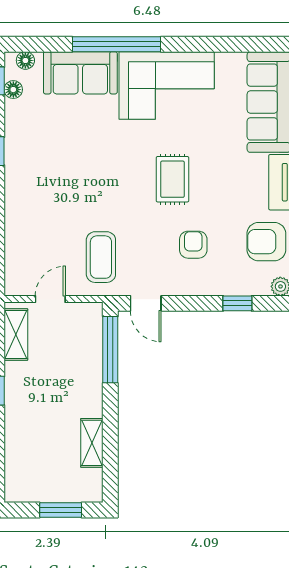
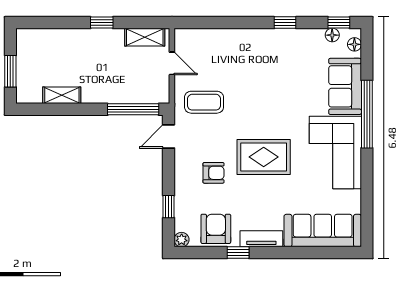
rug: (173, 179) -> (264, 157), width x1.36, depth x1.43

